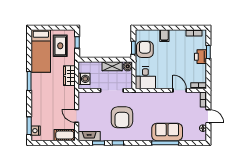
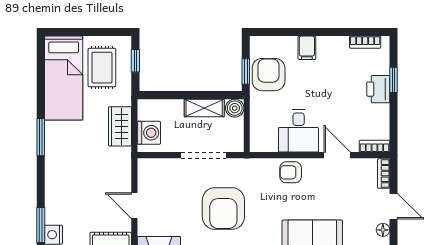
desk: (145, 78) -> (299, 131), moved
armchair: (156, 99) -> (291, 172), added

